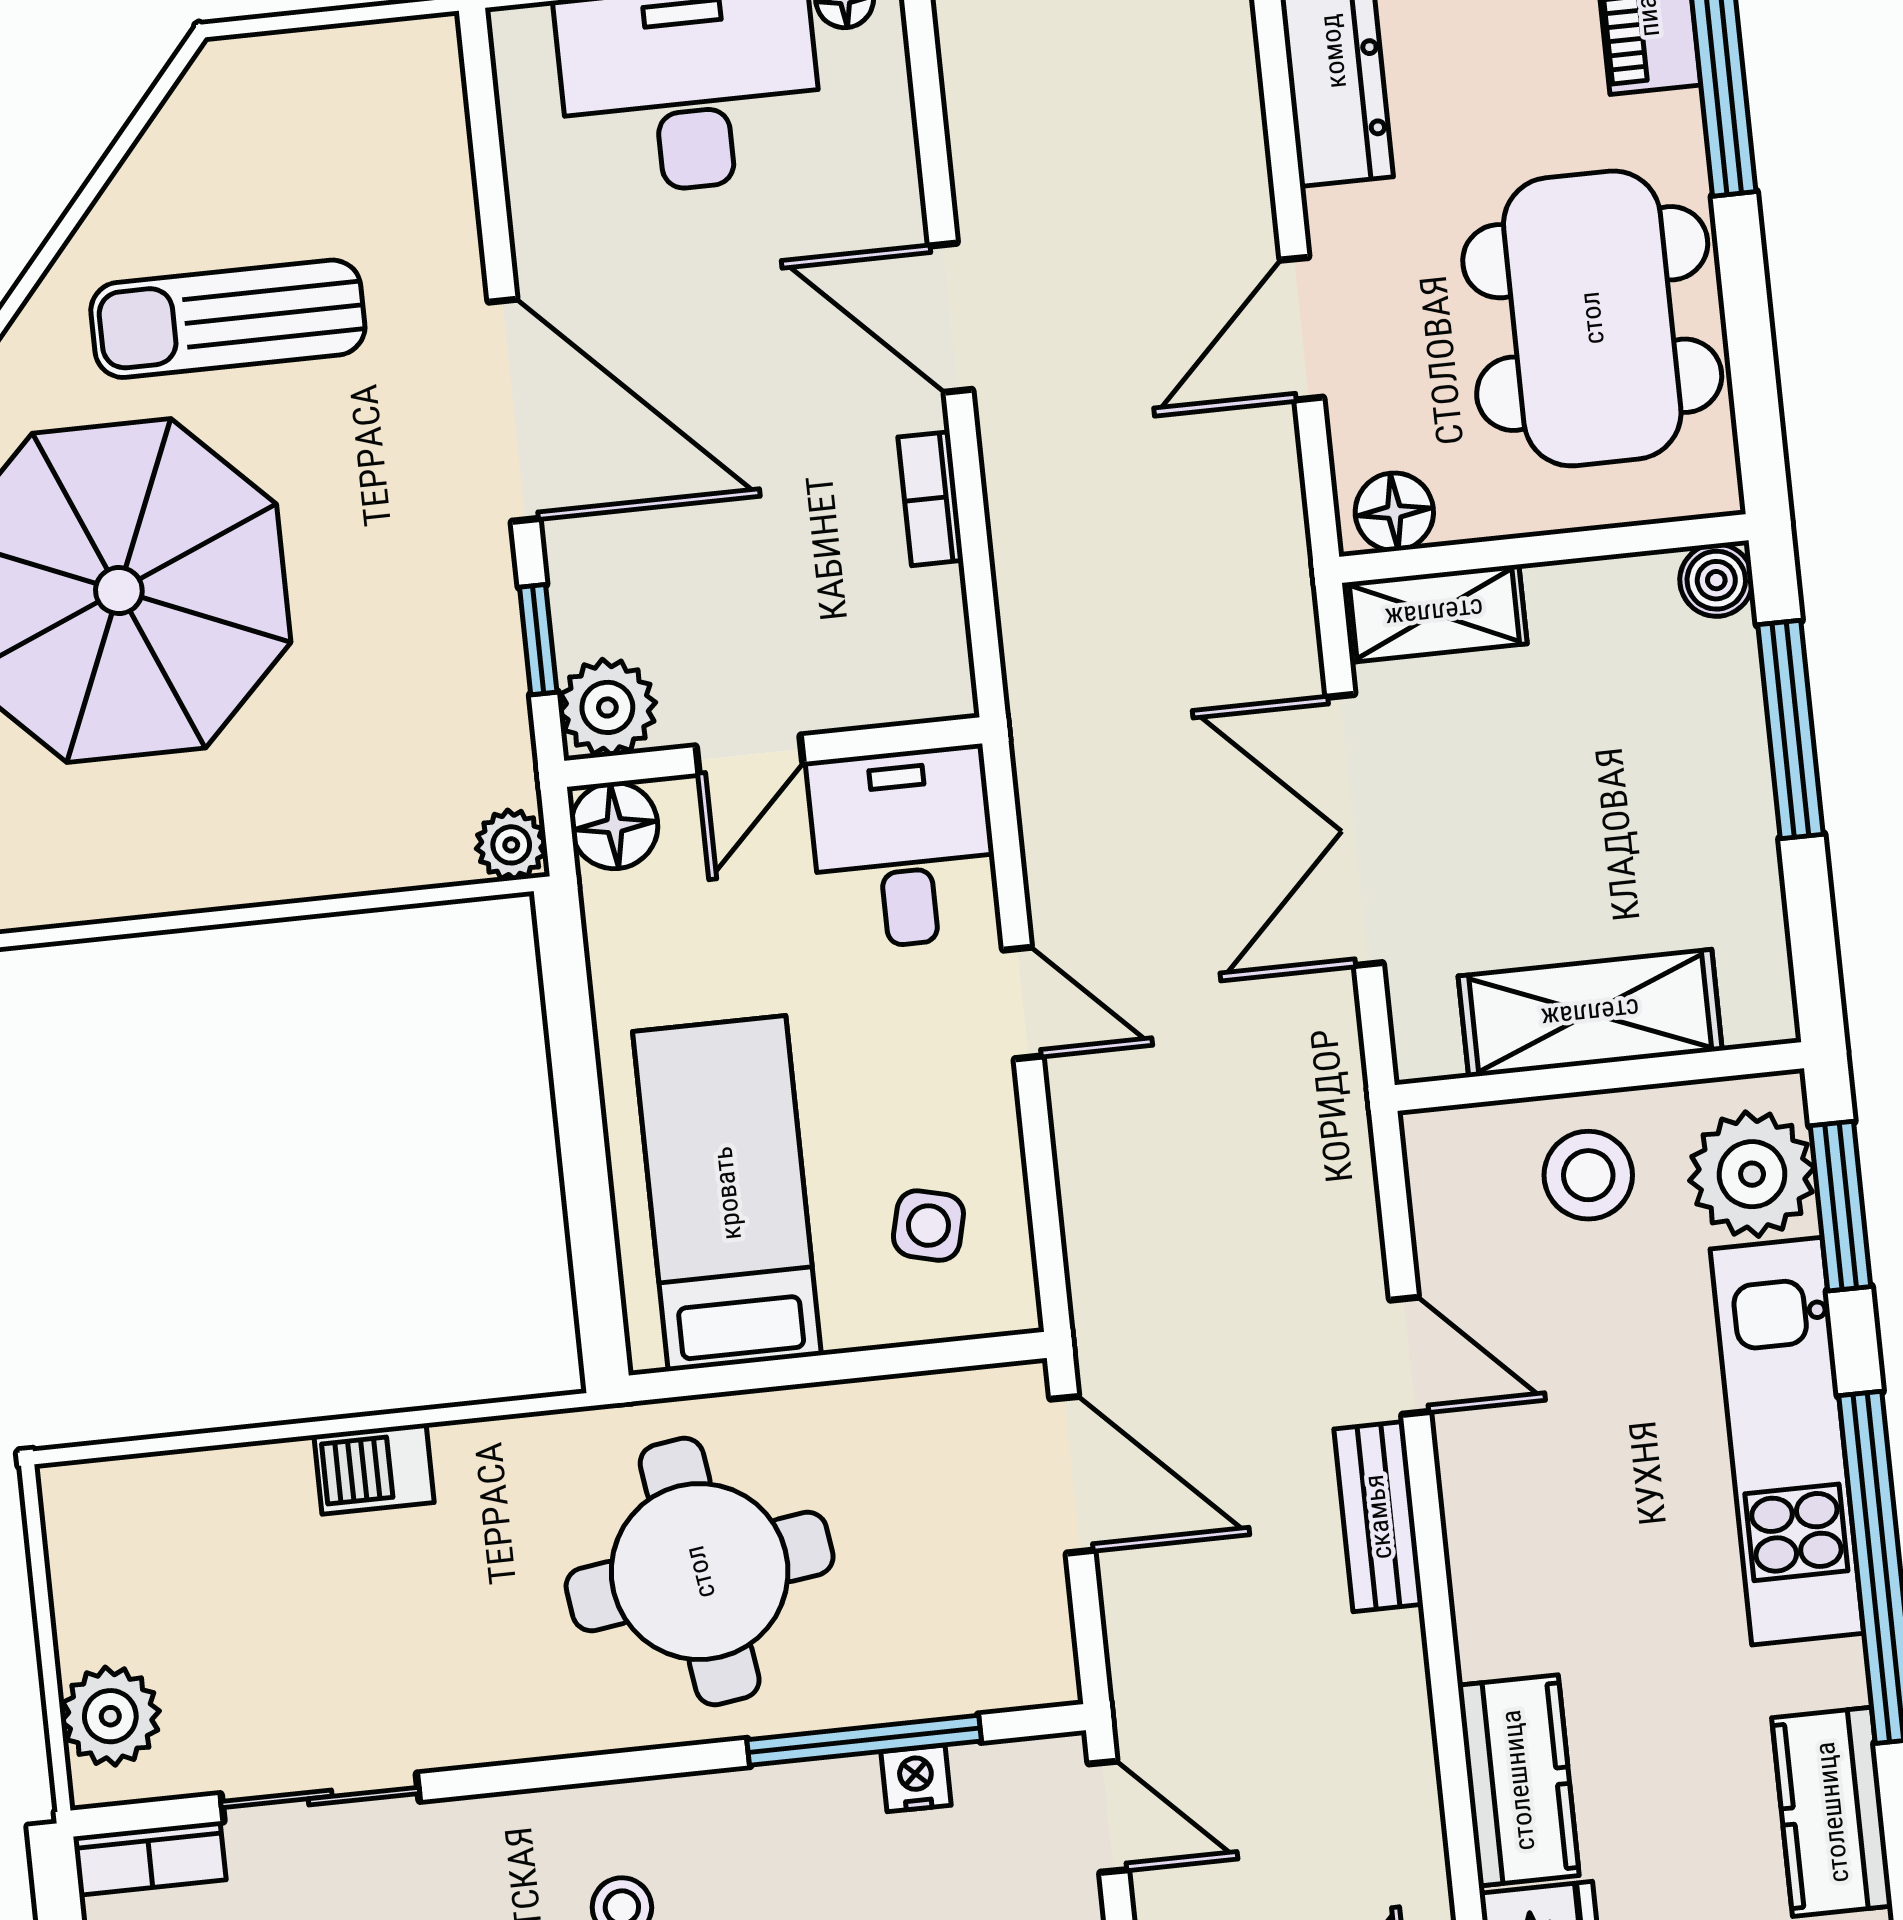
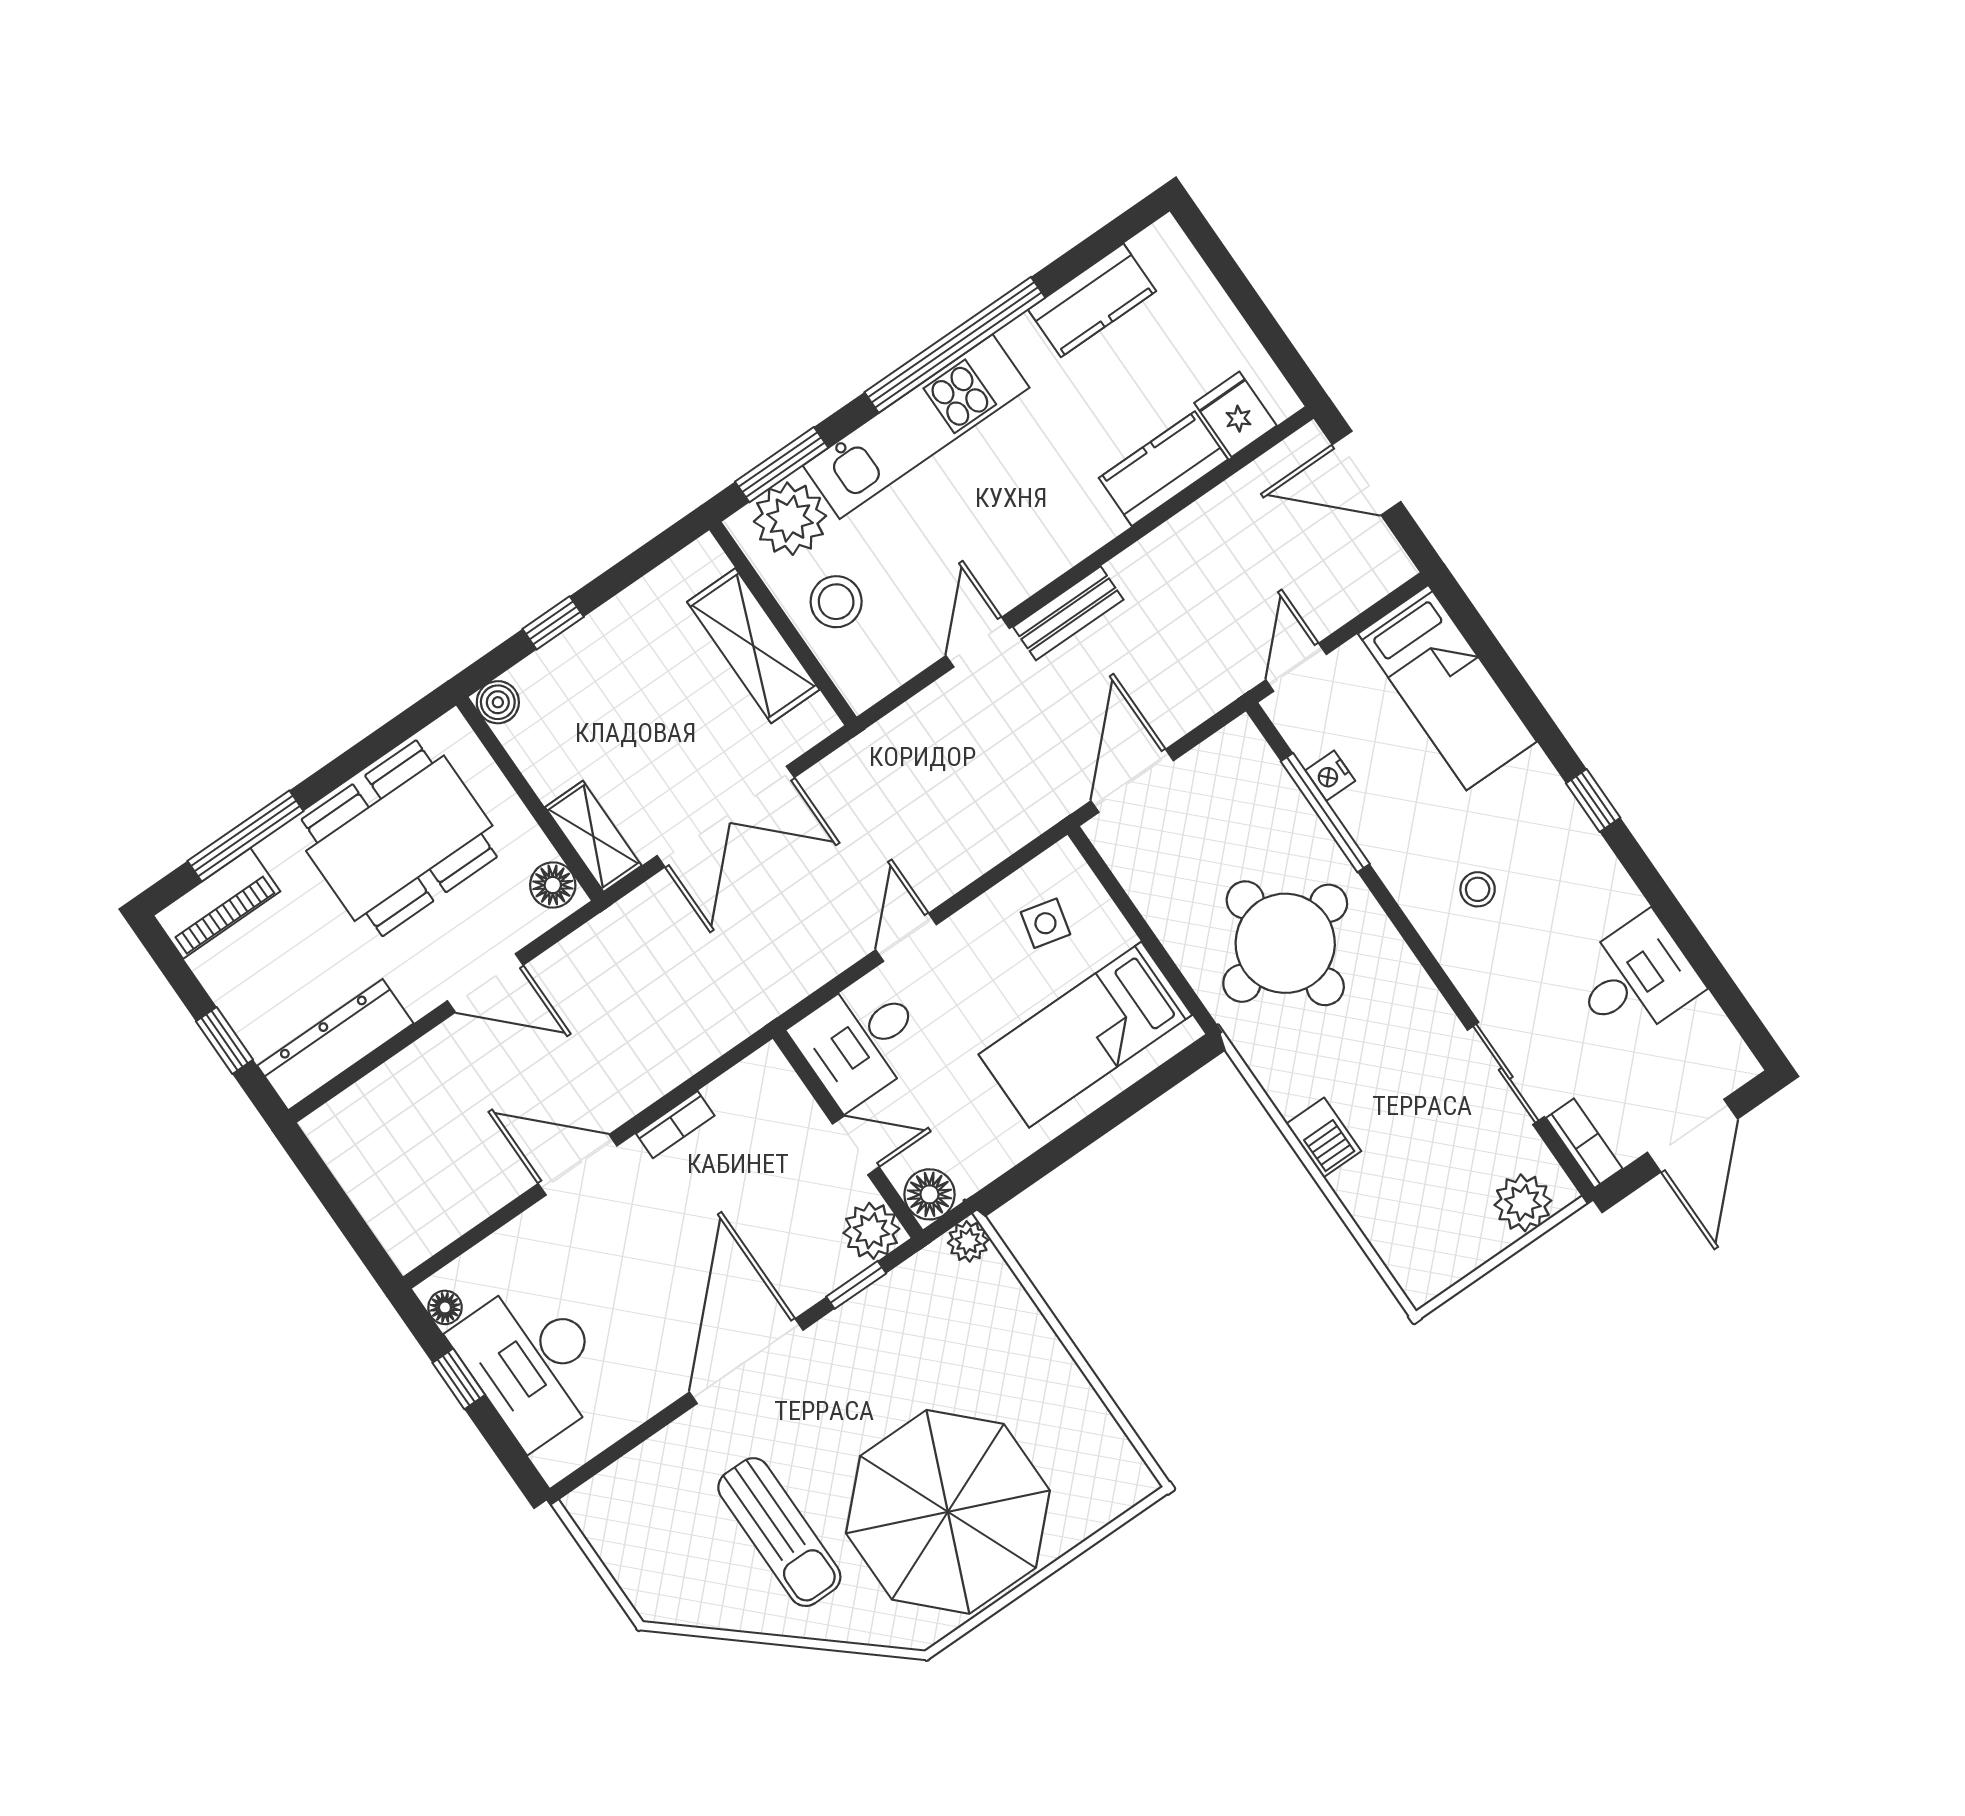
door: (951, 318) -> (578, 1165), swing flipped
window: (1790, 730) -> (553, 623), width x0.46

